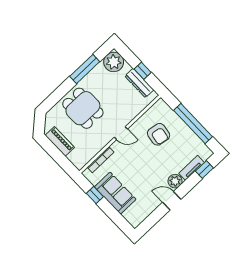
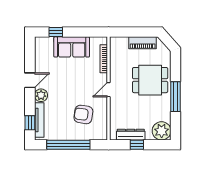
window: (85, 69) -> (175, 97), moved
tv unit: (192, 168) -> (39, 120), width x1.41
window: (95, 195) -> (56, 32), moved

